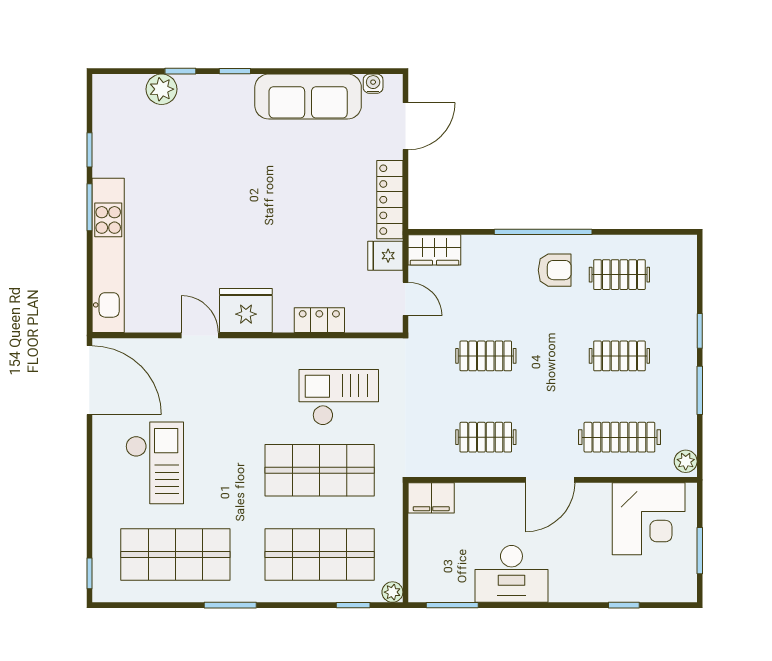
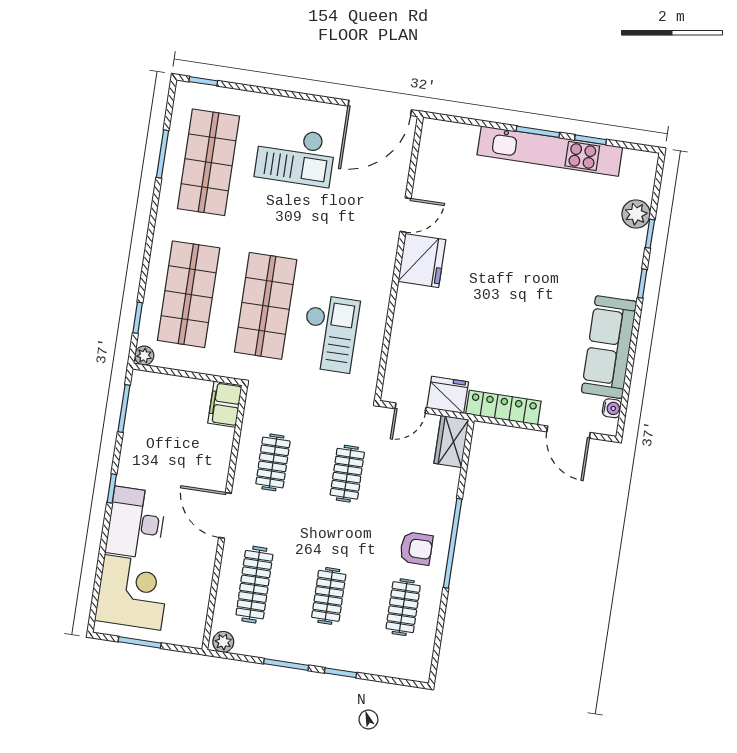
kitchen unit: (108, 255) -> (550, 151), moved
fridge: (385, 256) -> (448, 395), width x1.38
armchair: (555, 270) -> (416, 548), turned -90
locker: (319, 320) -> (403, 326), removed
corner desk: (649, 519) -> (133, 592), moved, turned 180
desk: (511, 574) -> (136, 523), moved
window: (230, 605) -> (162, 154), moved
window: (624, 605) -> (112, 489), moved

